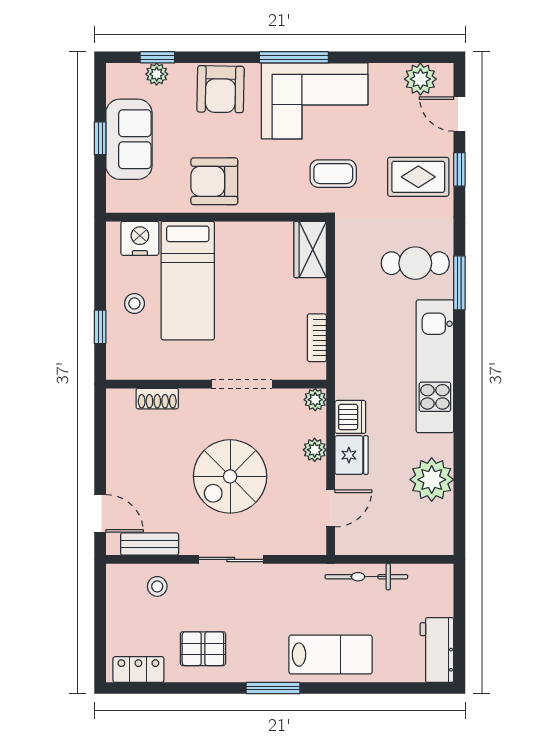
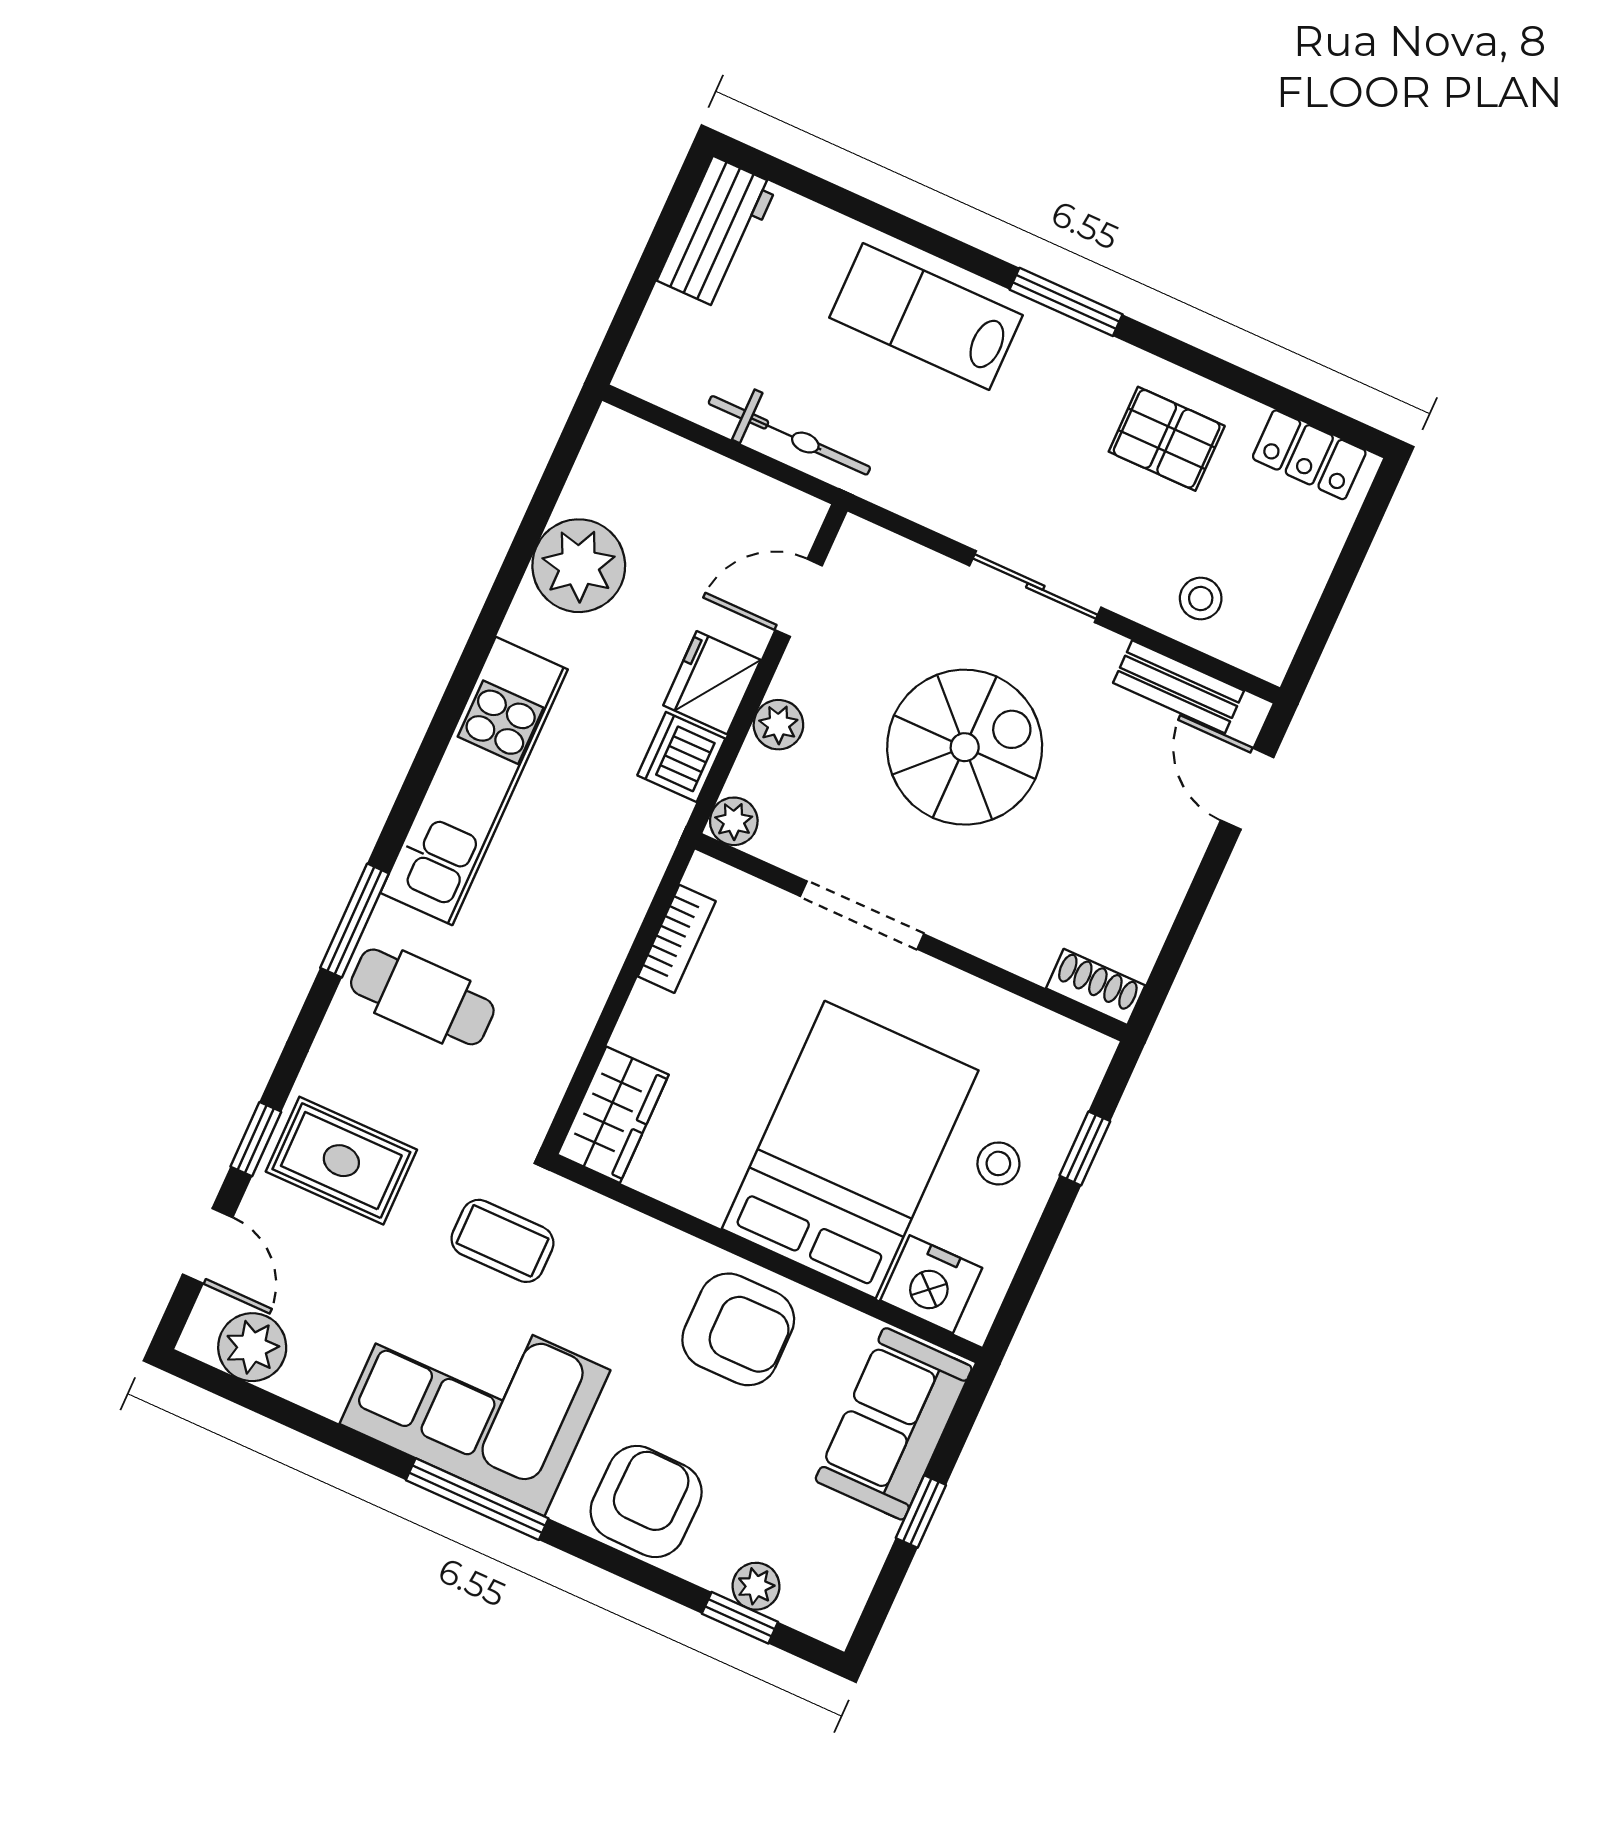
sofa: (129, 139) -> (894, 1424), moved
bed: (188, 281) -> (850, 1150), width x1.50
shoe rack: (157, 399) -> (1096, 987), moved

